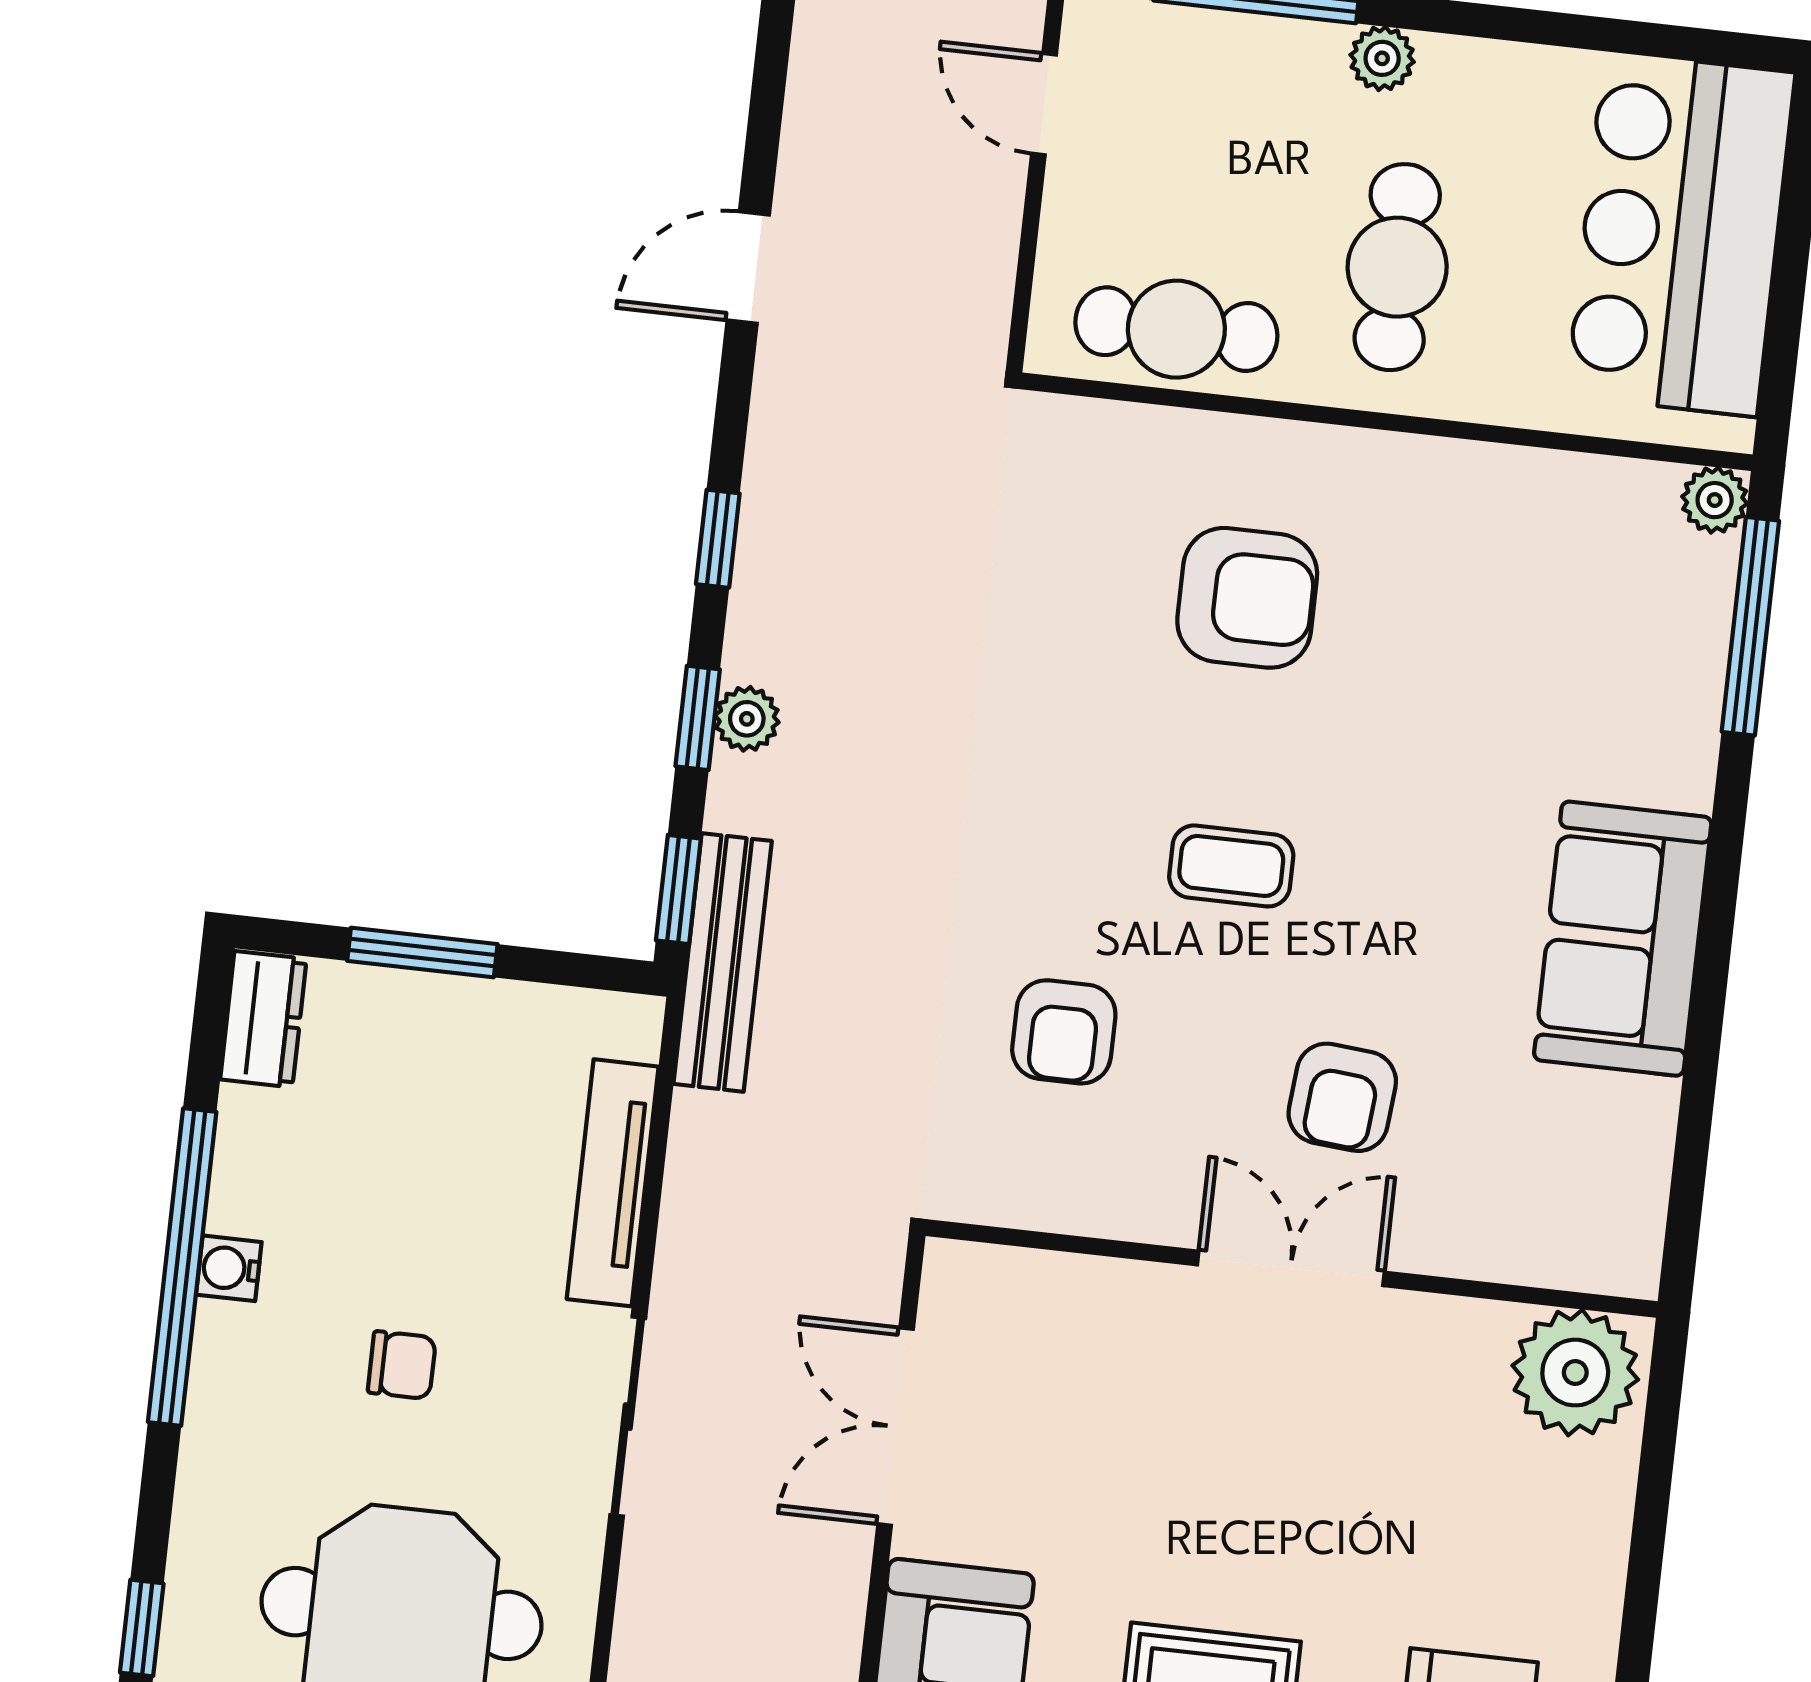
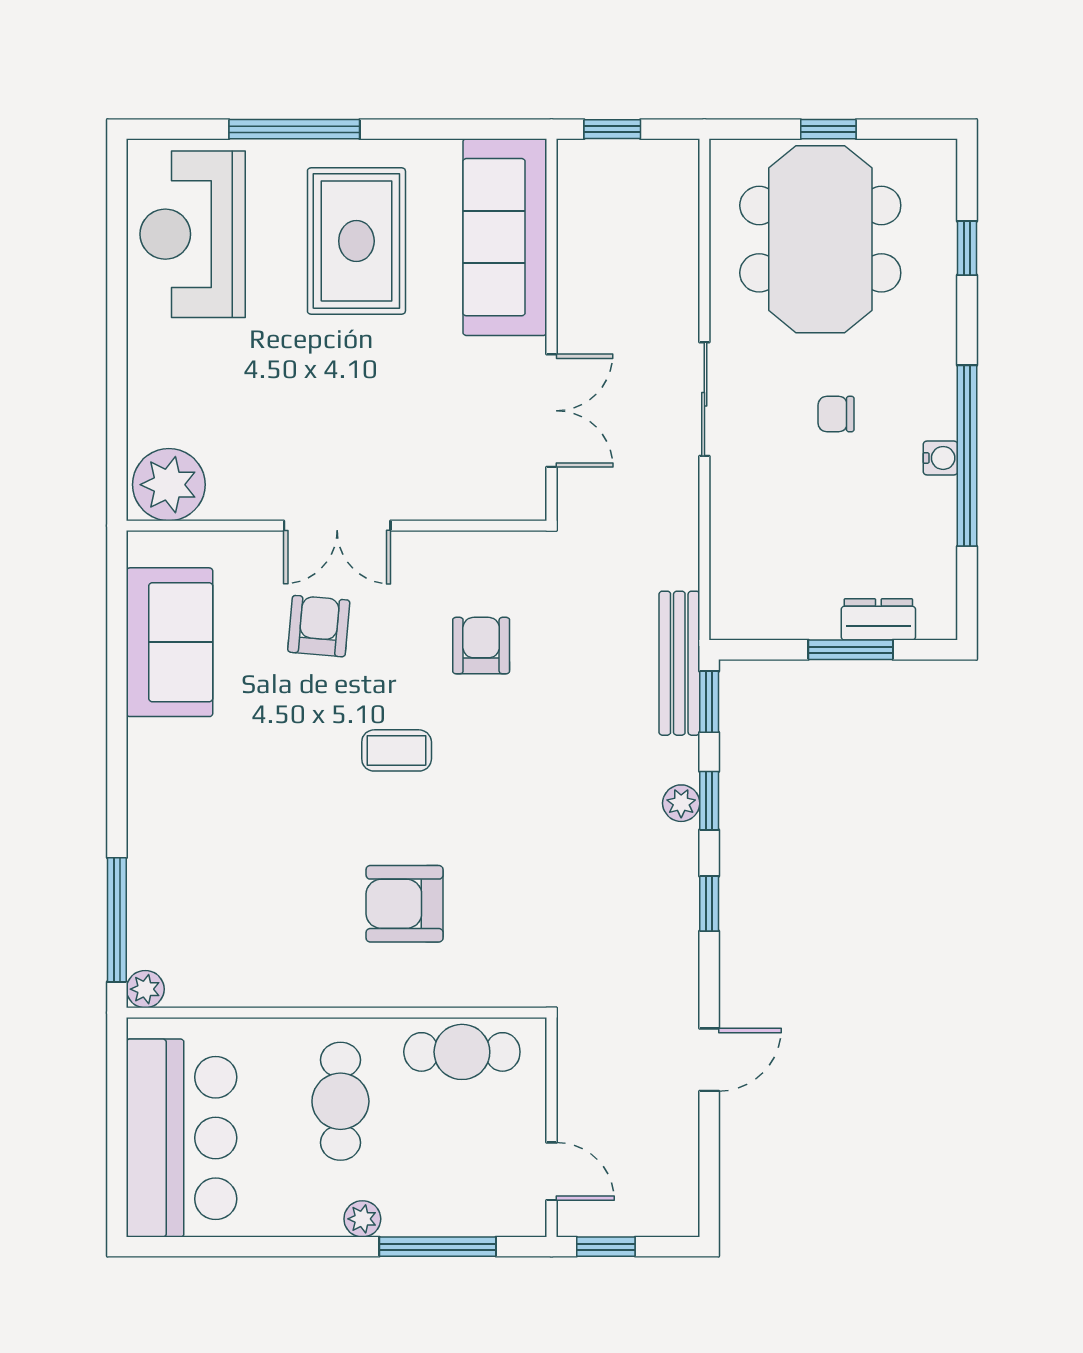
sofa: (1623, 939) -> (170, 642), moved
dresser: (263, 1019) -> (878, 619), moved, turned 90
tv unit: (613, 1183) -> (728, 531), removed

